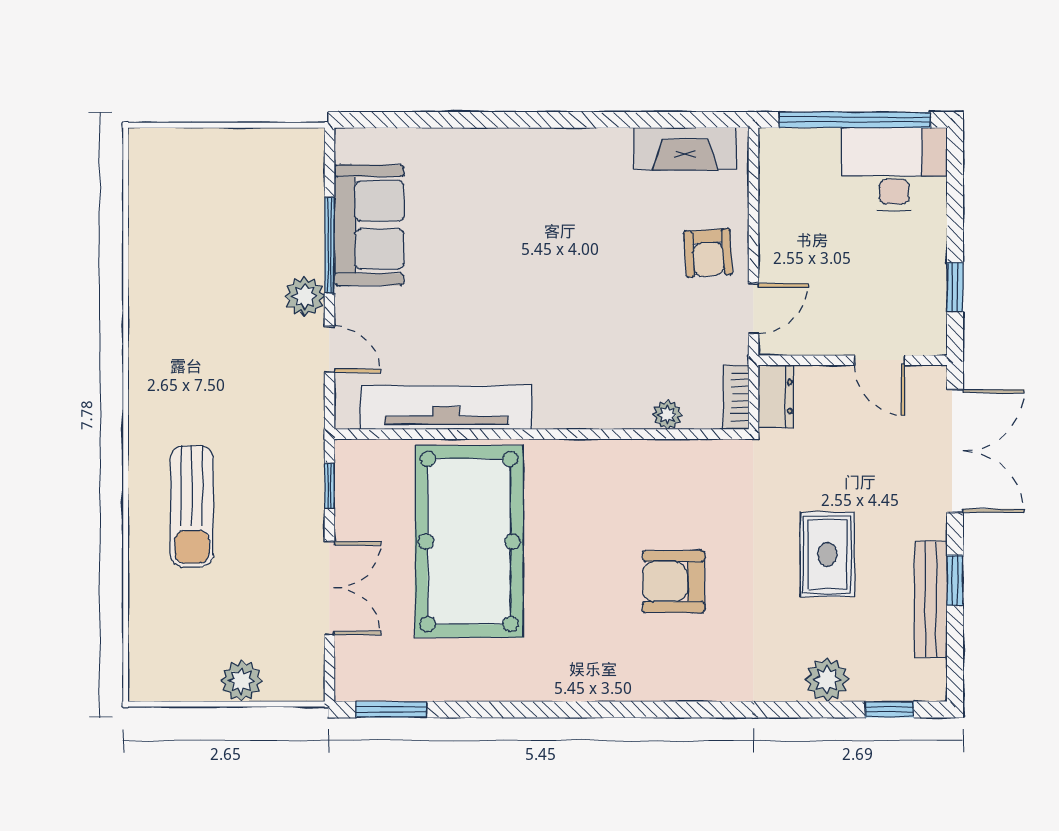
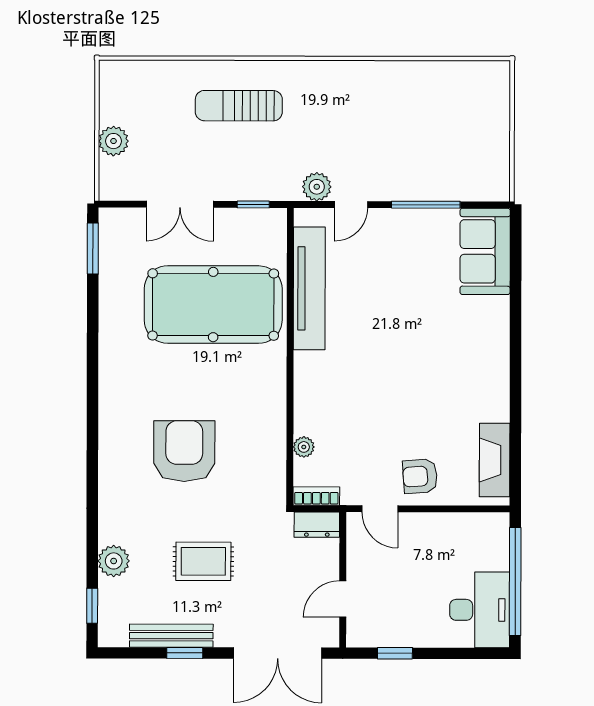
sofa: (369, 225) -> (485, 251), moved, turned 90
plant: (305, 296) -> (317, 187), moved
armchair: (674, 581) -> (184, 451), width x1.36, depth x1.36

